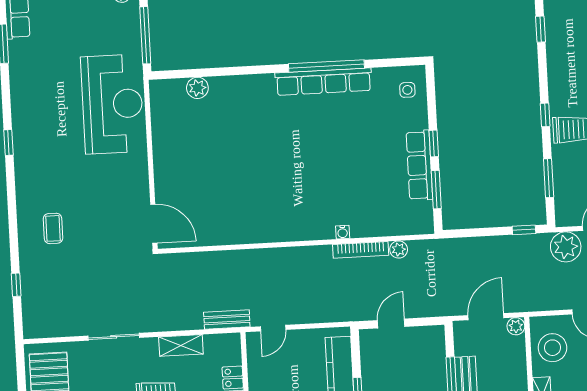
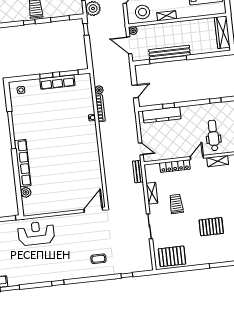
row of seats: (323, 82) -> (23, 163), moved
reception desk: (112, 104) -> (36, 233), width x0.74, depth x0.77
door: (391, 323) -> (135, 91), swing flipped

